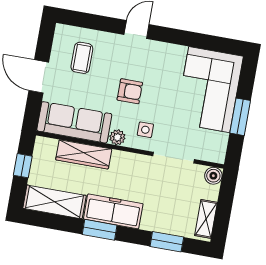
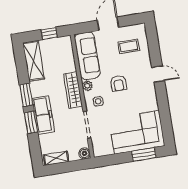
window: (240, 117) -> (144, 154), moved
wardrobe: (84, 154) -> (73, 90), moved
freezer: (113, 211) -> (43, 115), moved
window: (167, 242) -> (31, 122), moved

